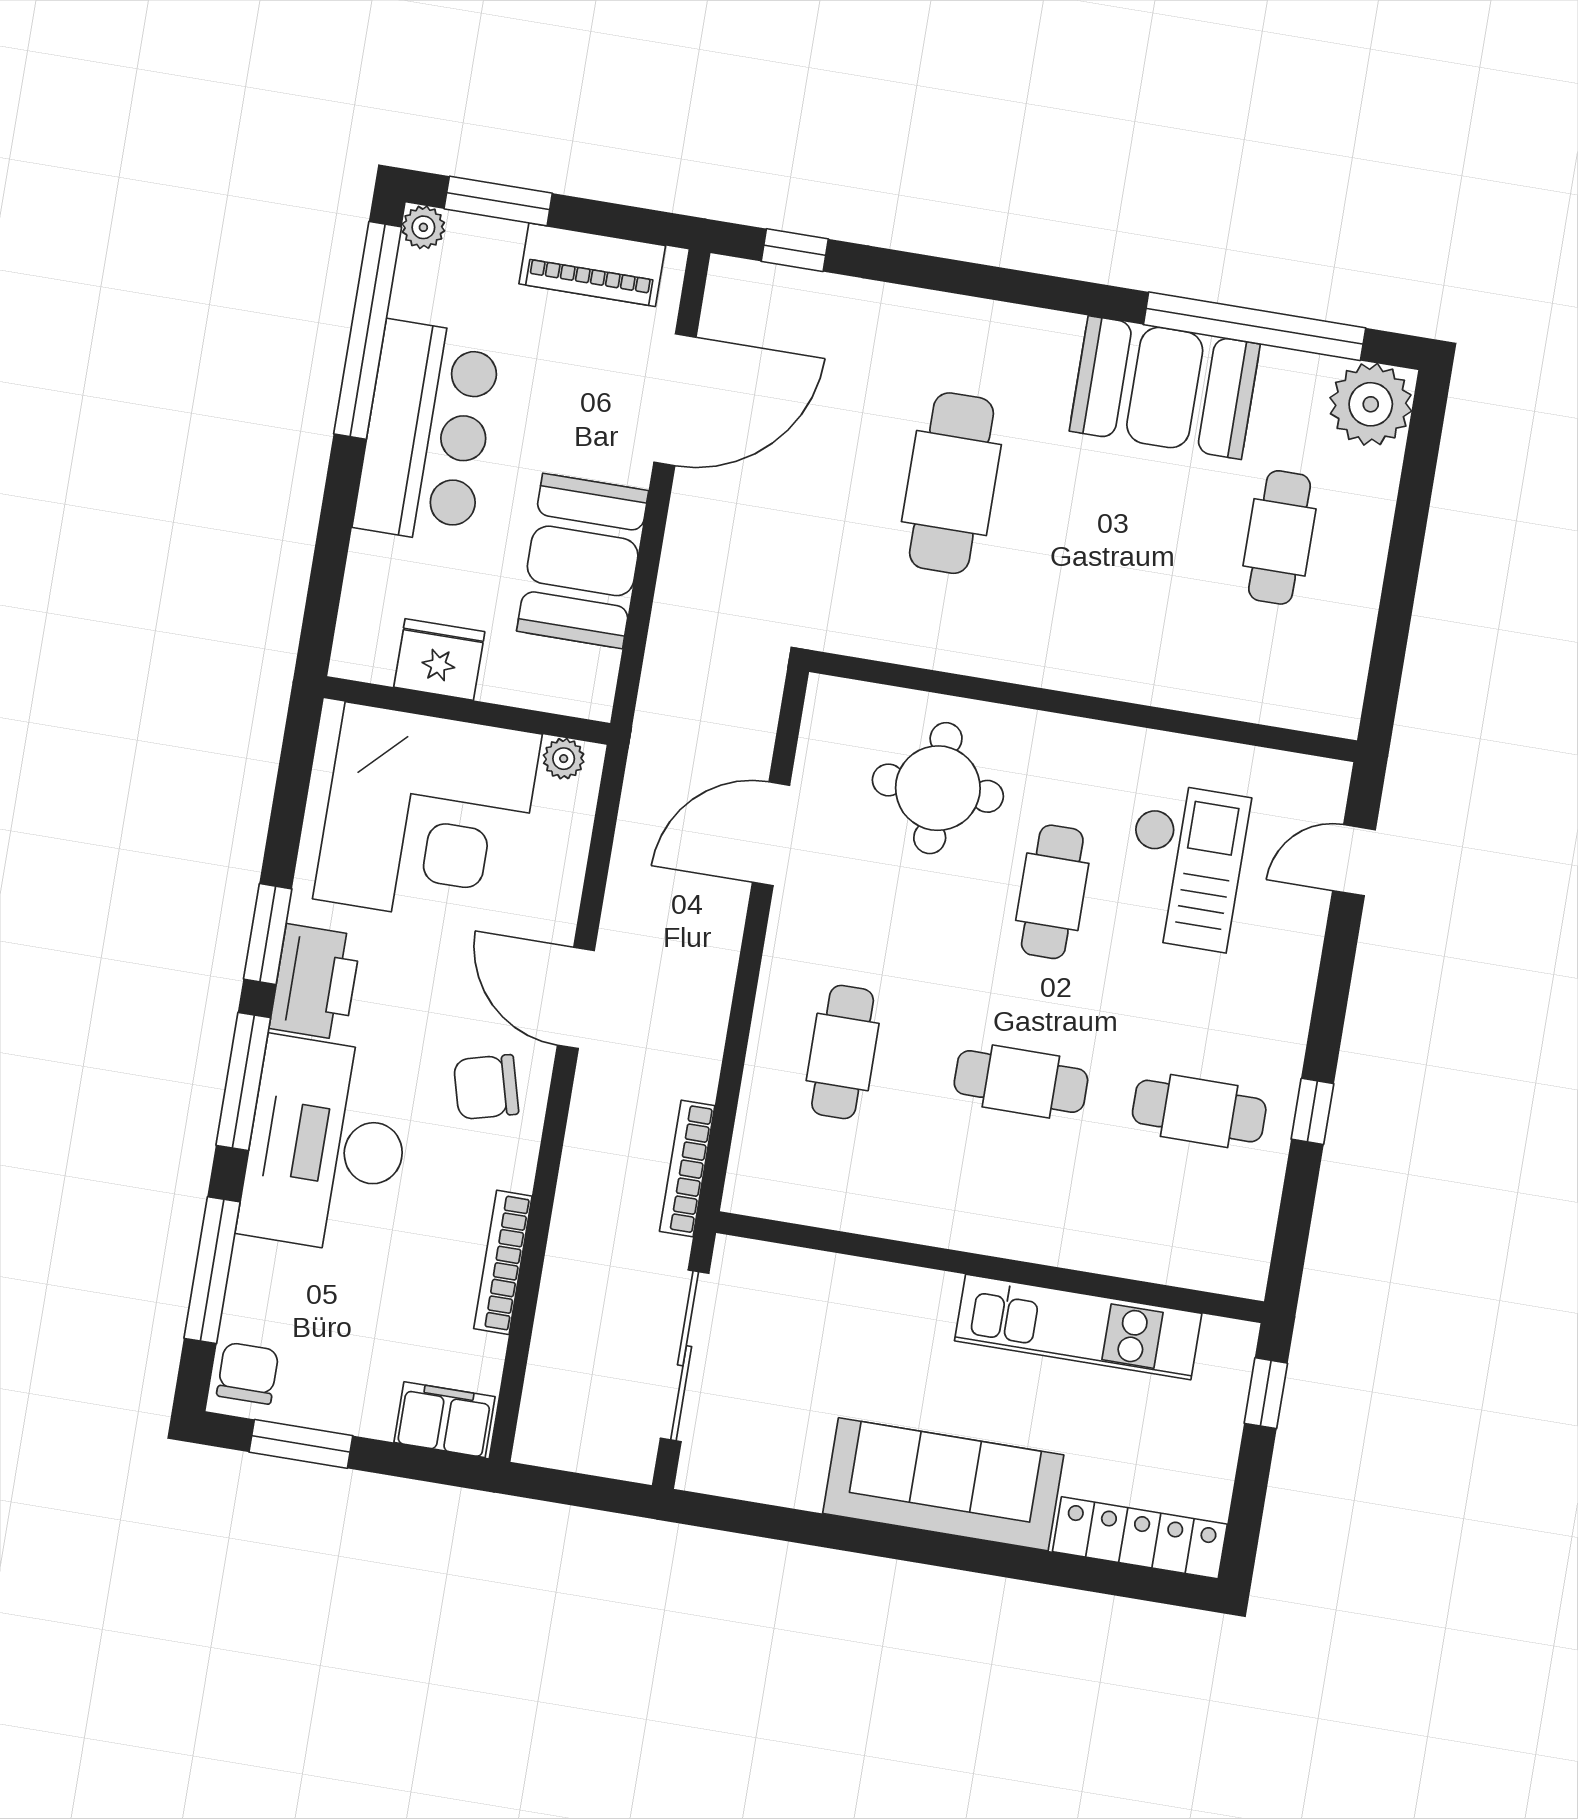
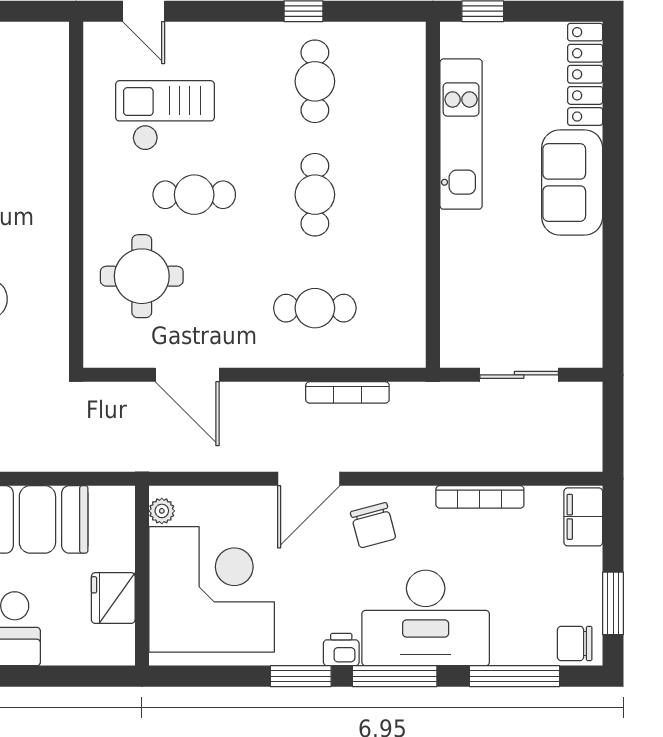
printer: (315, 982) -> (341, 650), width x0.53, depth x0.68
bookcase: (687, 1168) -> (347, 392), moved
sliding door: (685, 1356) -> (519, 375), width x0.73
sofa: (943, 1484) -> (572, 182), width x0.73

